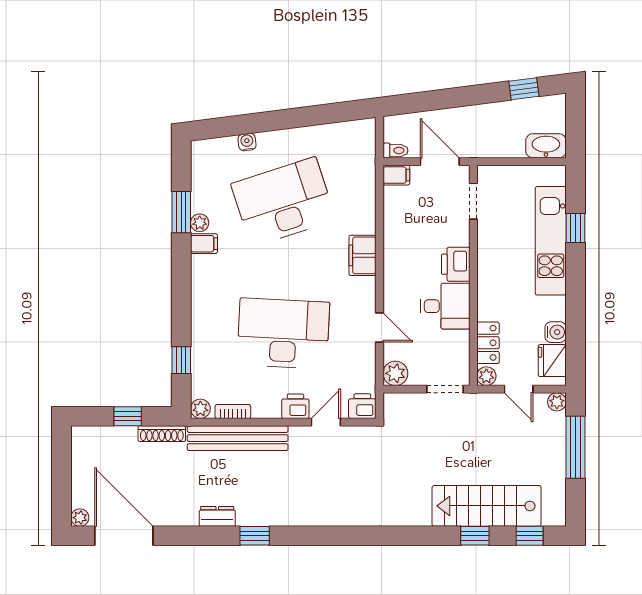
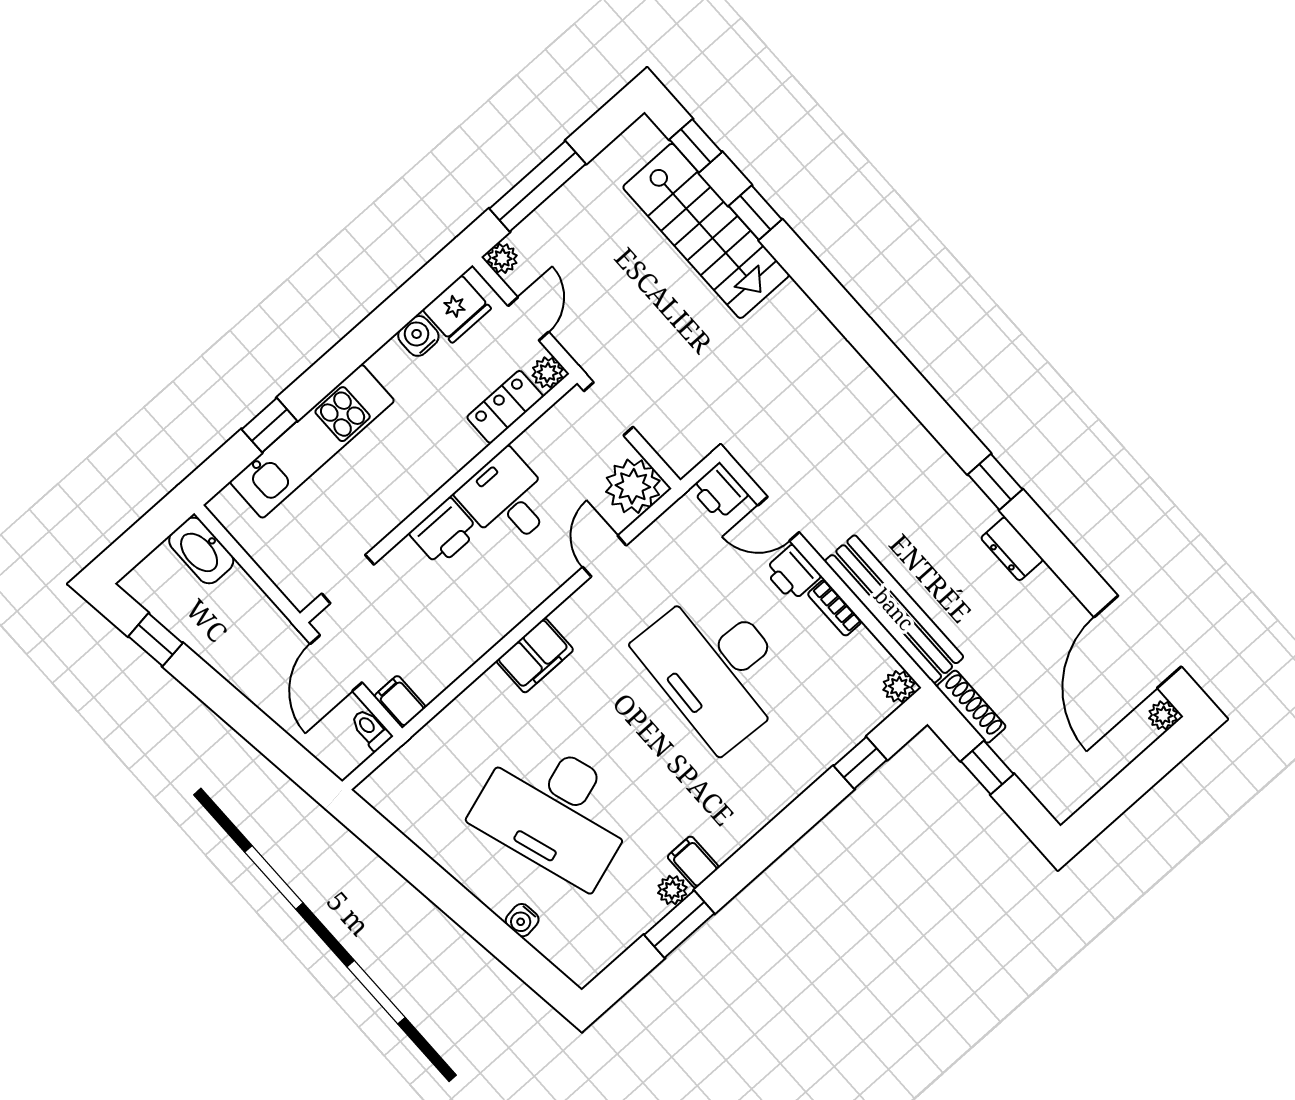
plant: (395, 373) -> (633, 486), width x1.36, depth x1.36
bookcase: (233, 411) -> (835, 608), moved

